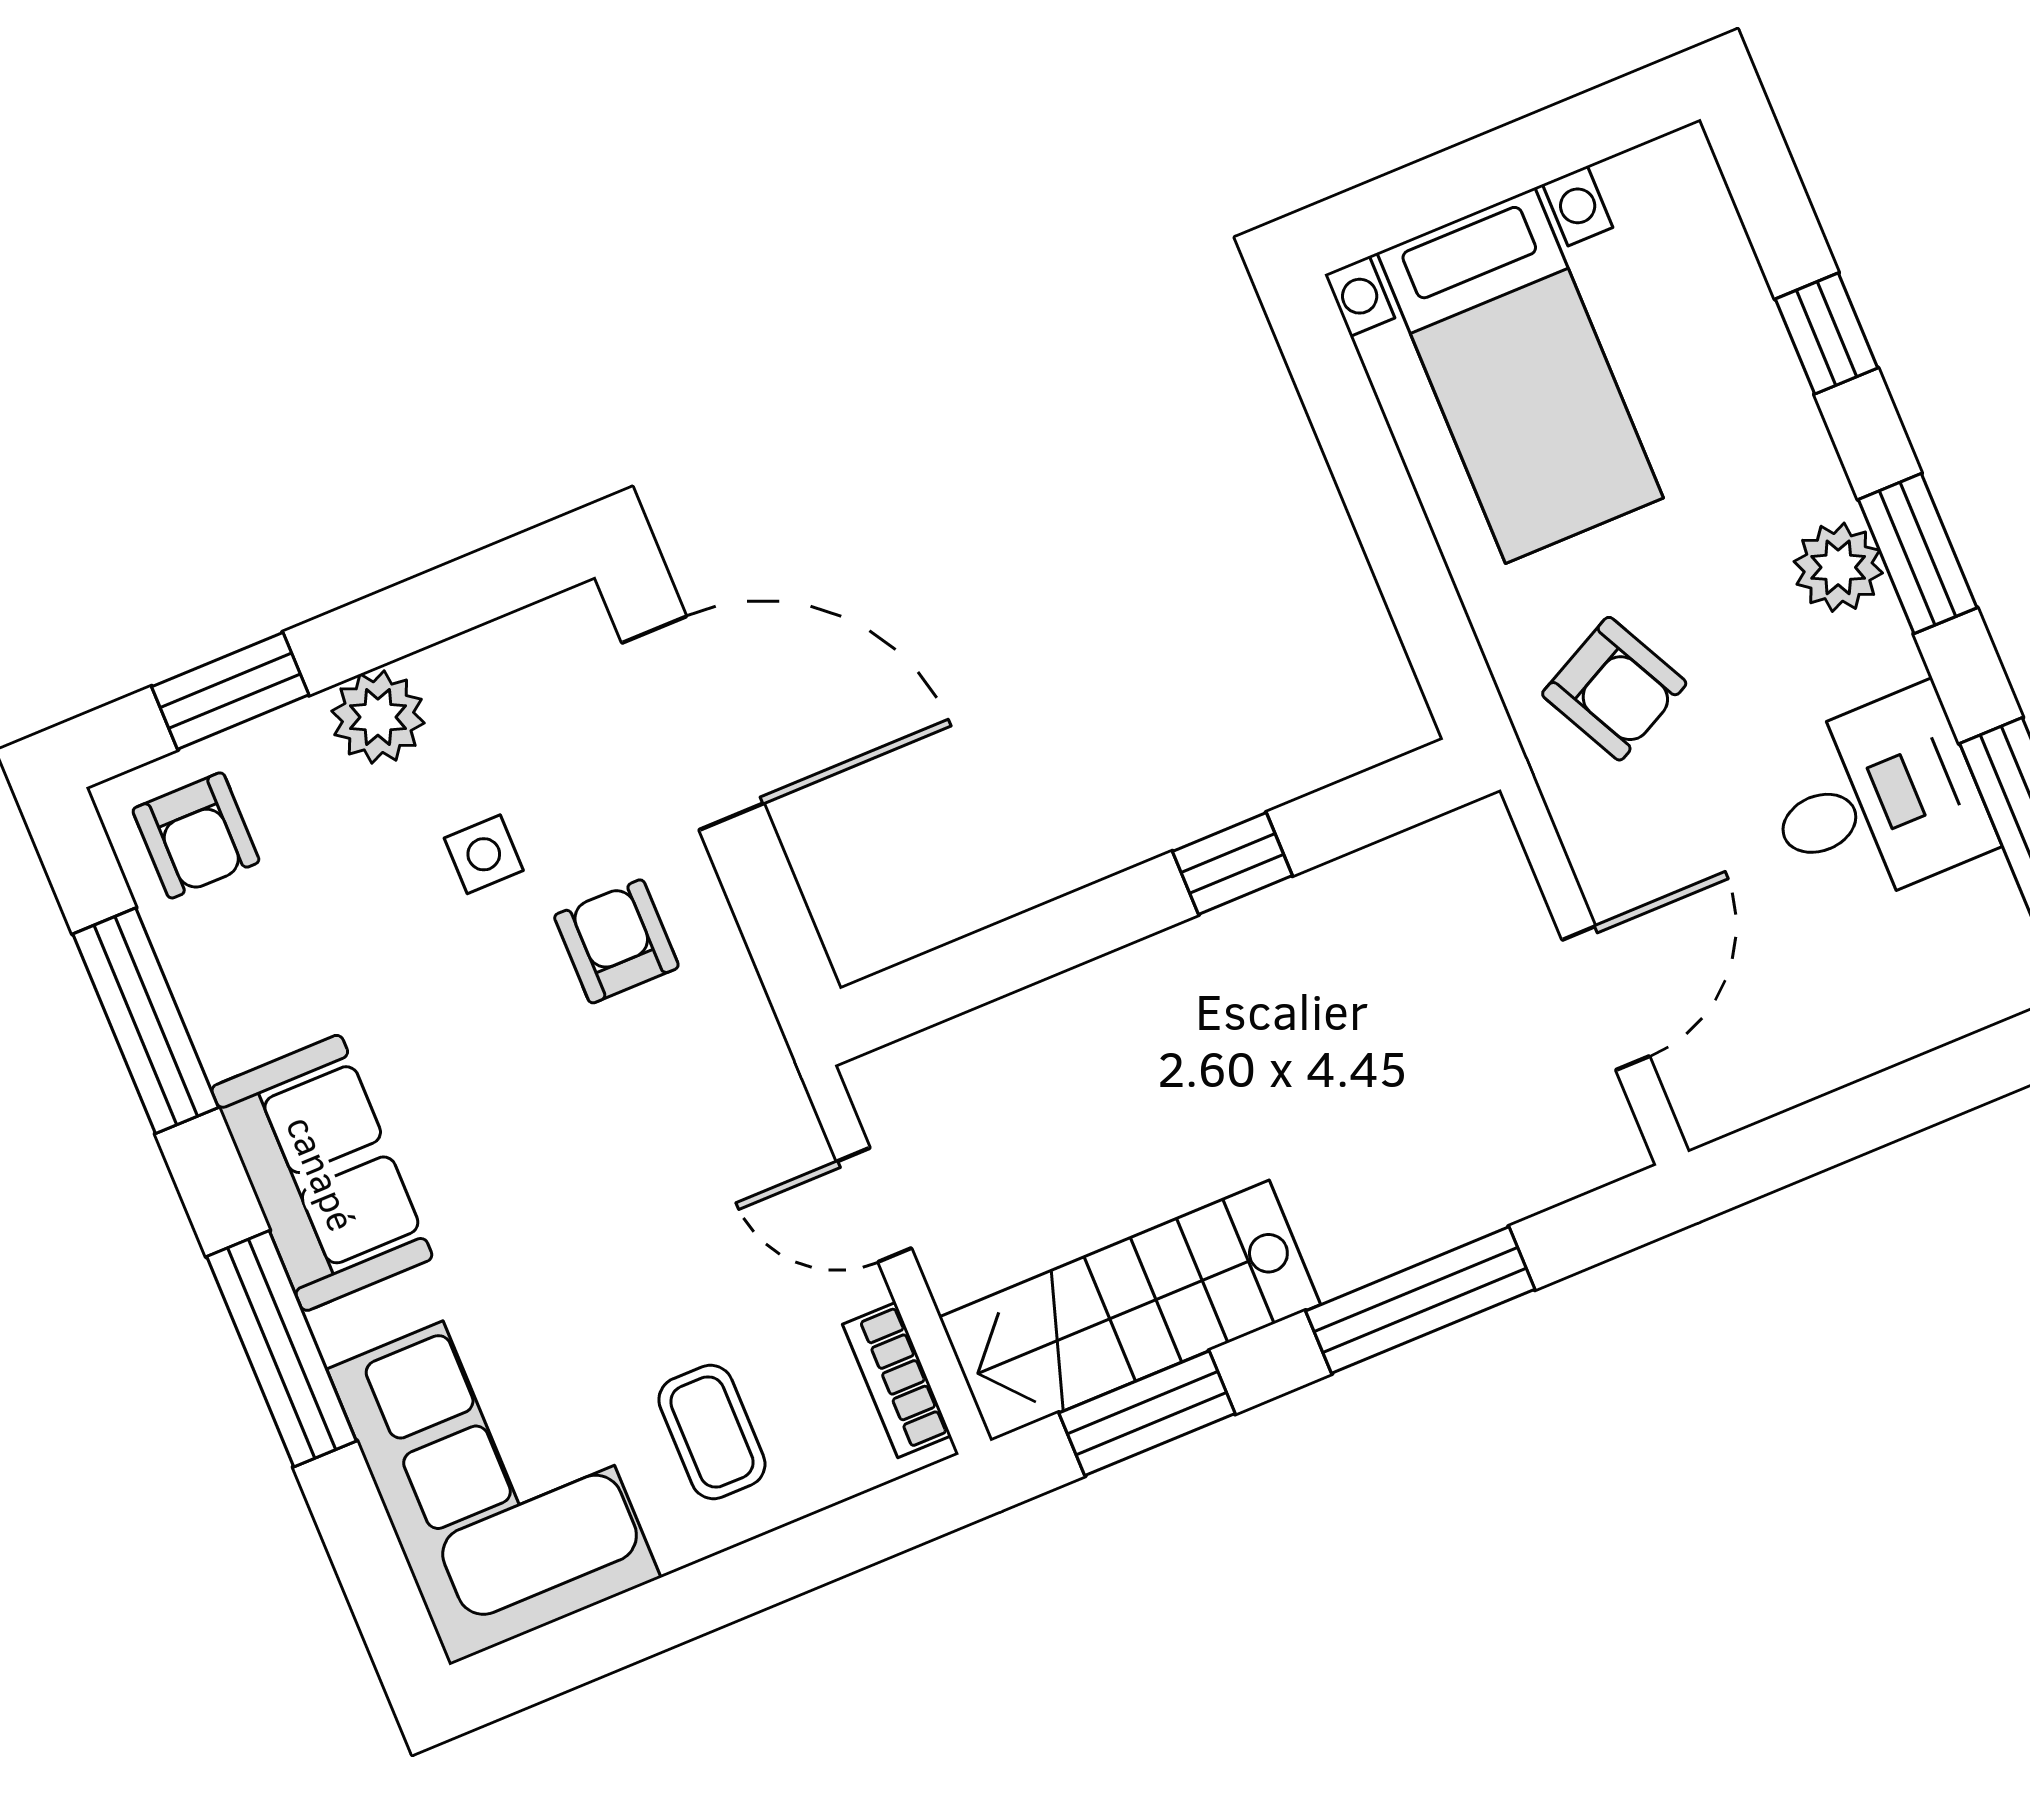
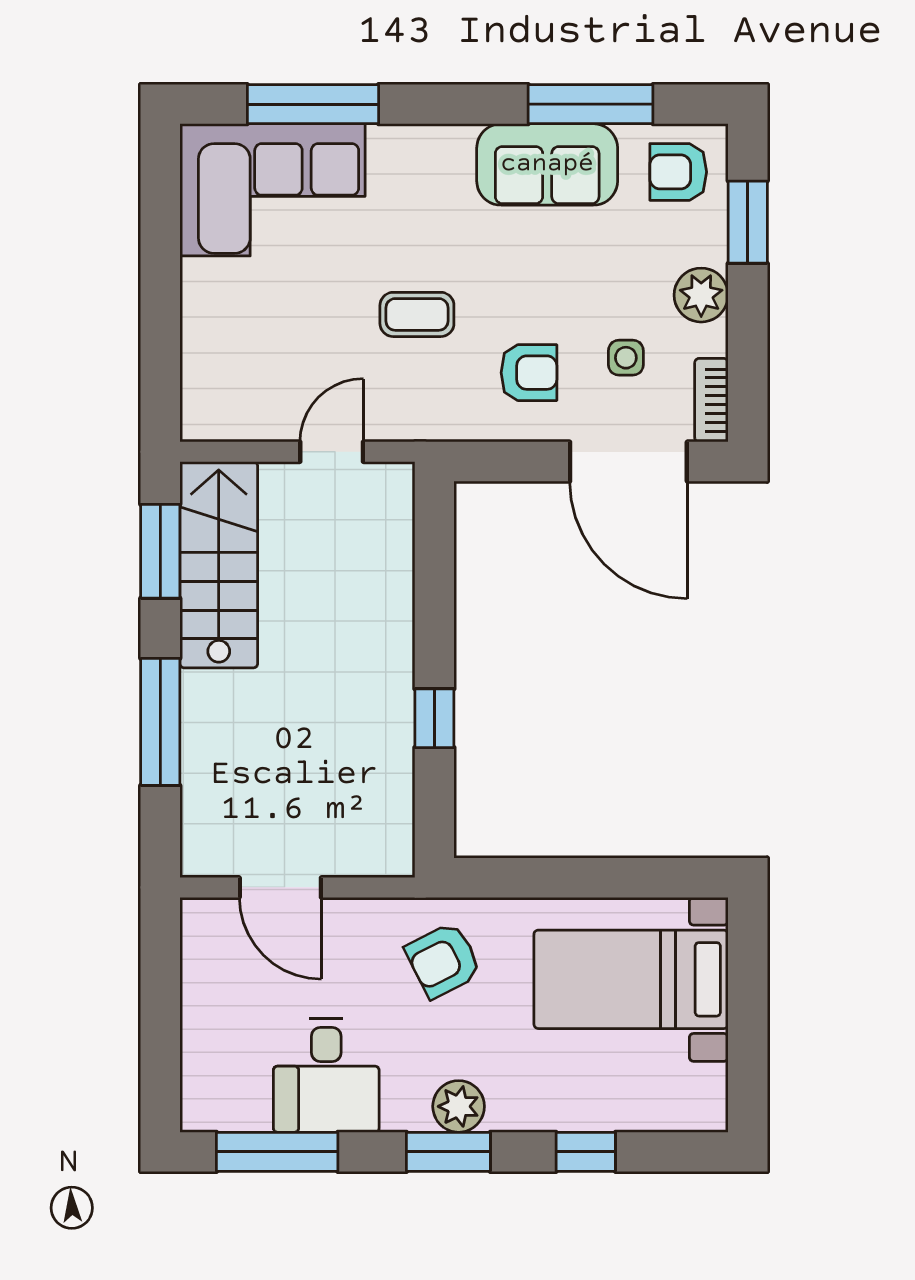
door: (693, 723) -> (628, 462), hinge flipped
side table: (484, 854) -> (626, 358), moved
sofa: (322, 1173) -> (547, 164), moved
window: (282, 1349) -> (313, 104), moved
bookcase: (897, 1380) -> (711, 400), moved, turned -90
coffee table: (712, 1432) -> (417, 314), moved

